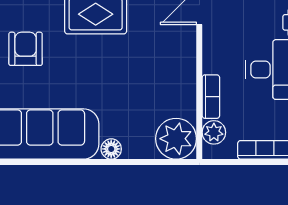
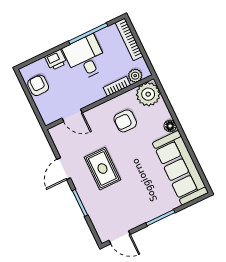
armchair: (26, 49) -> (125, 121), moved

